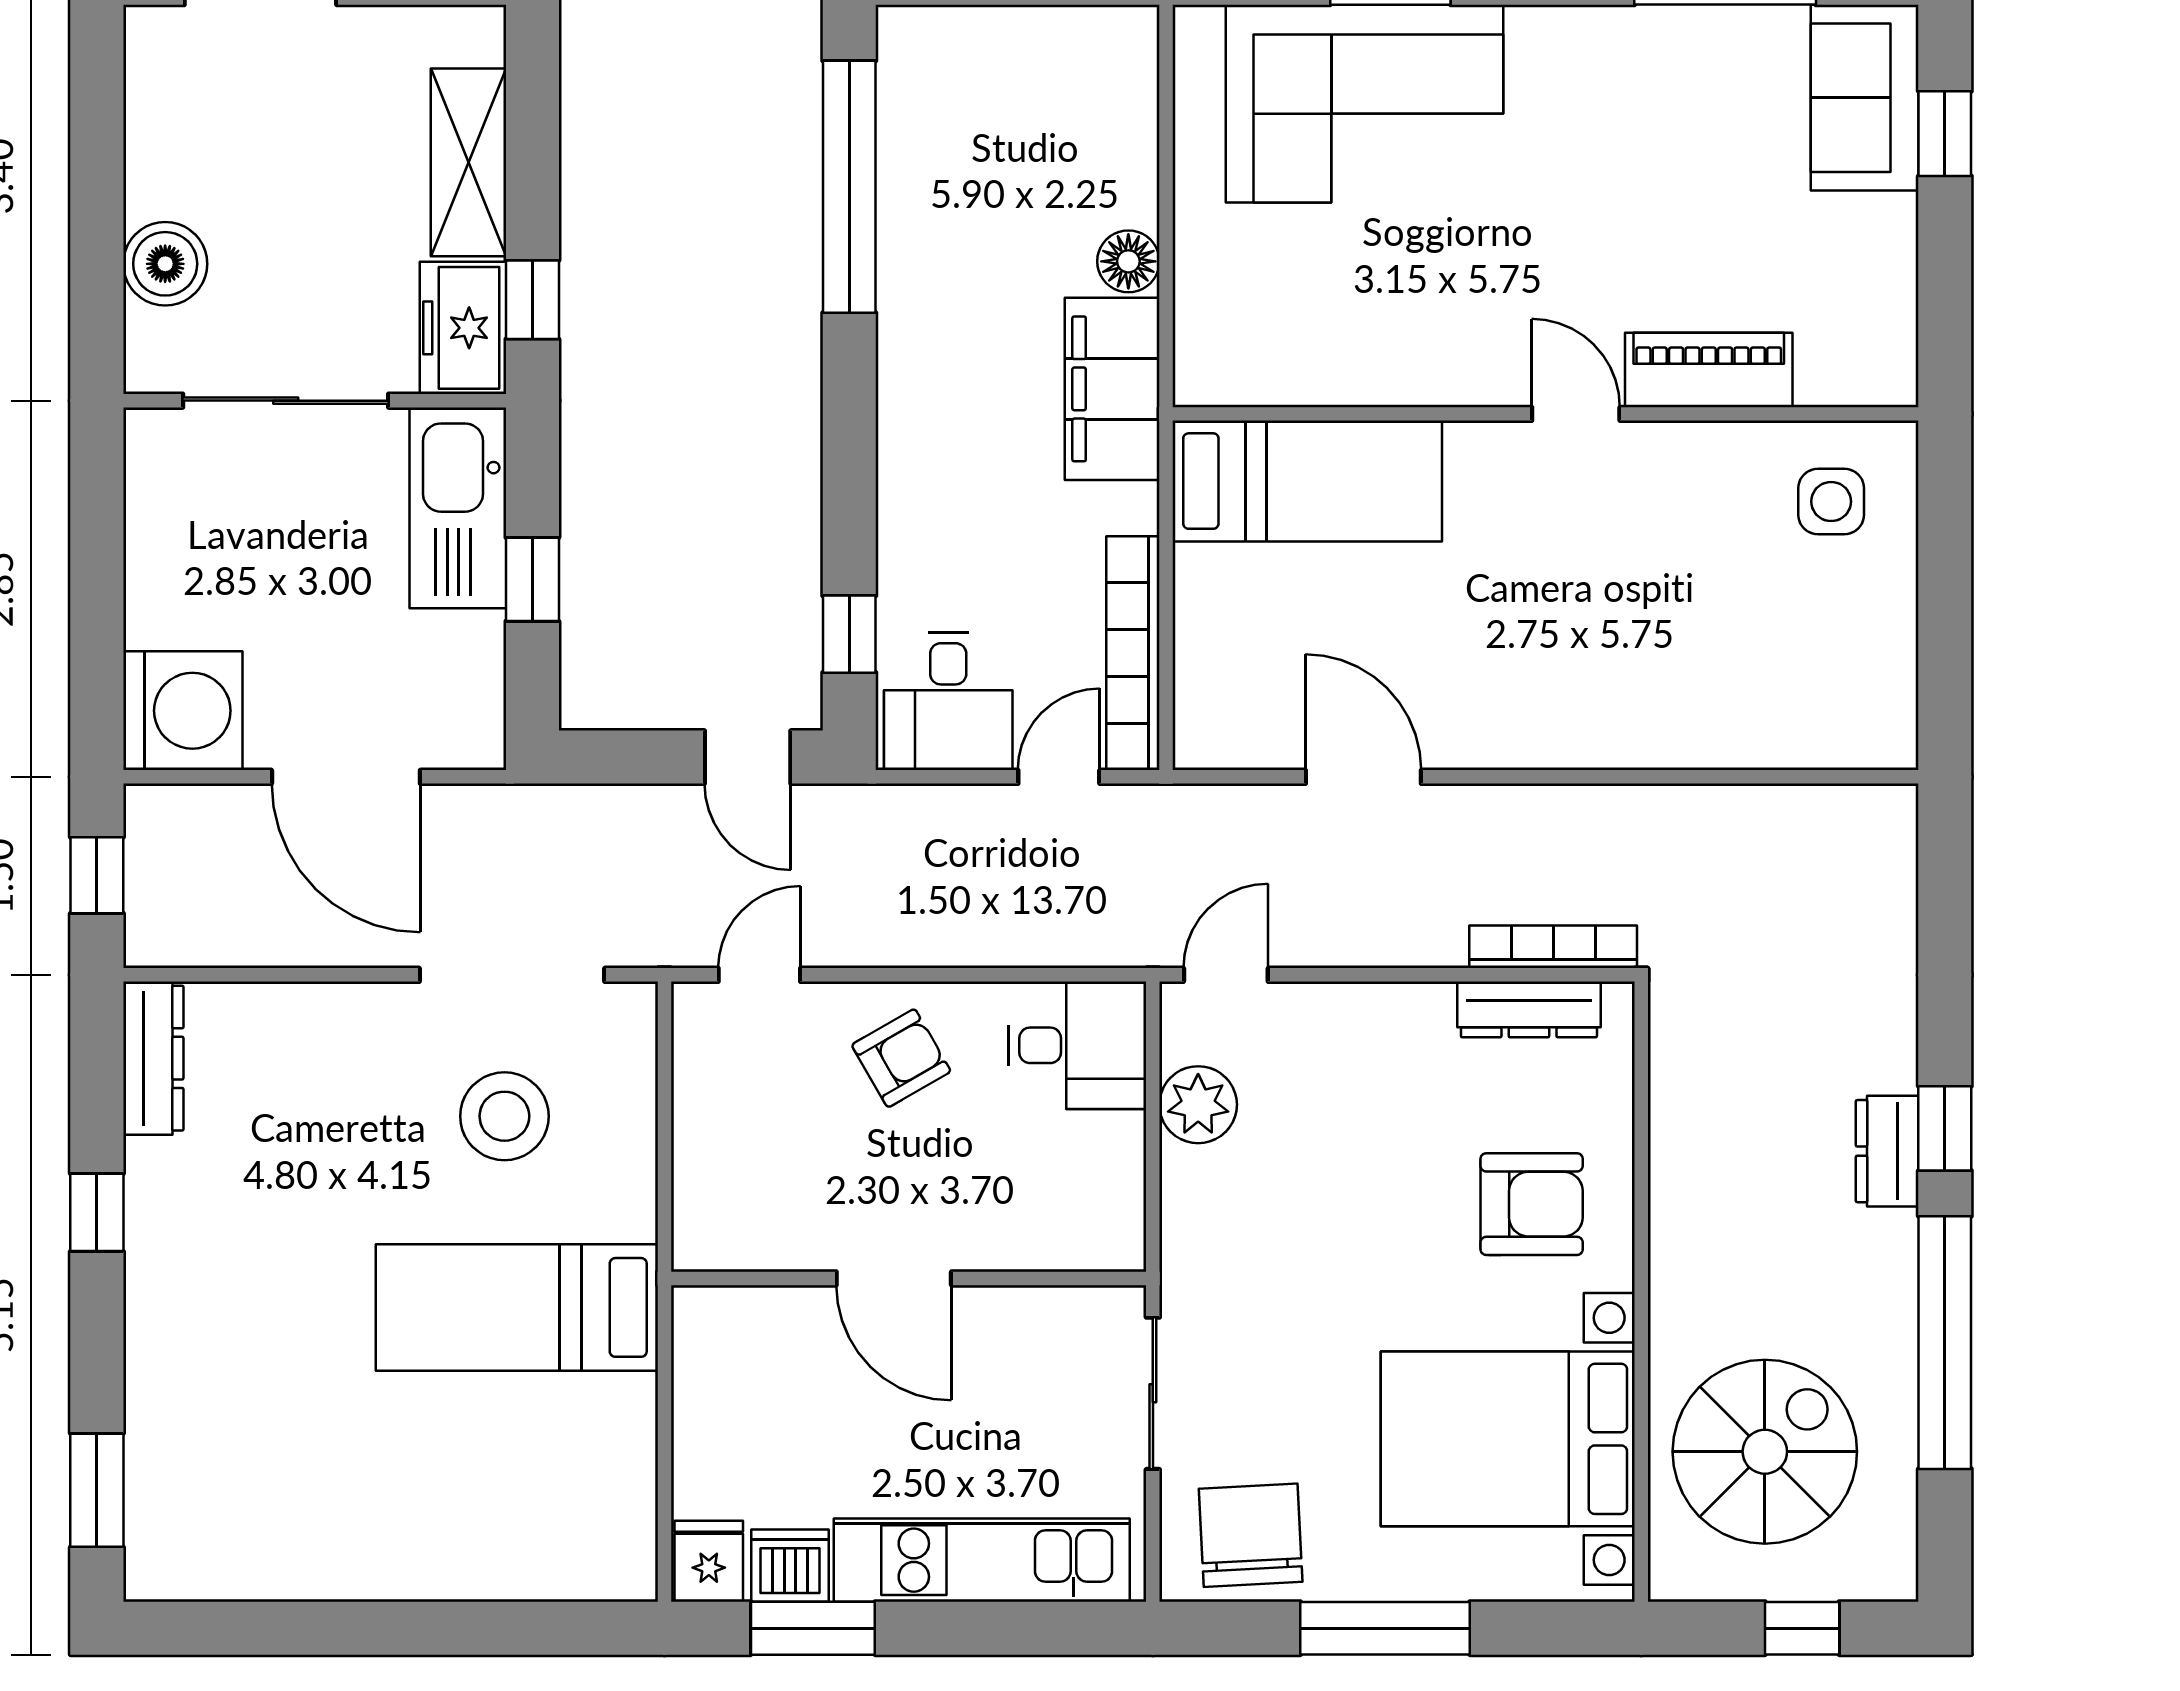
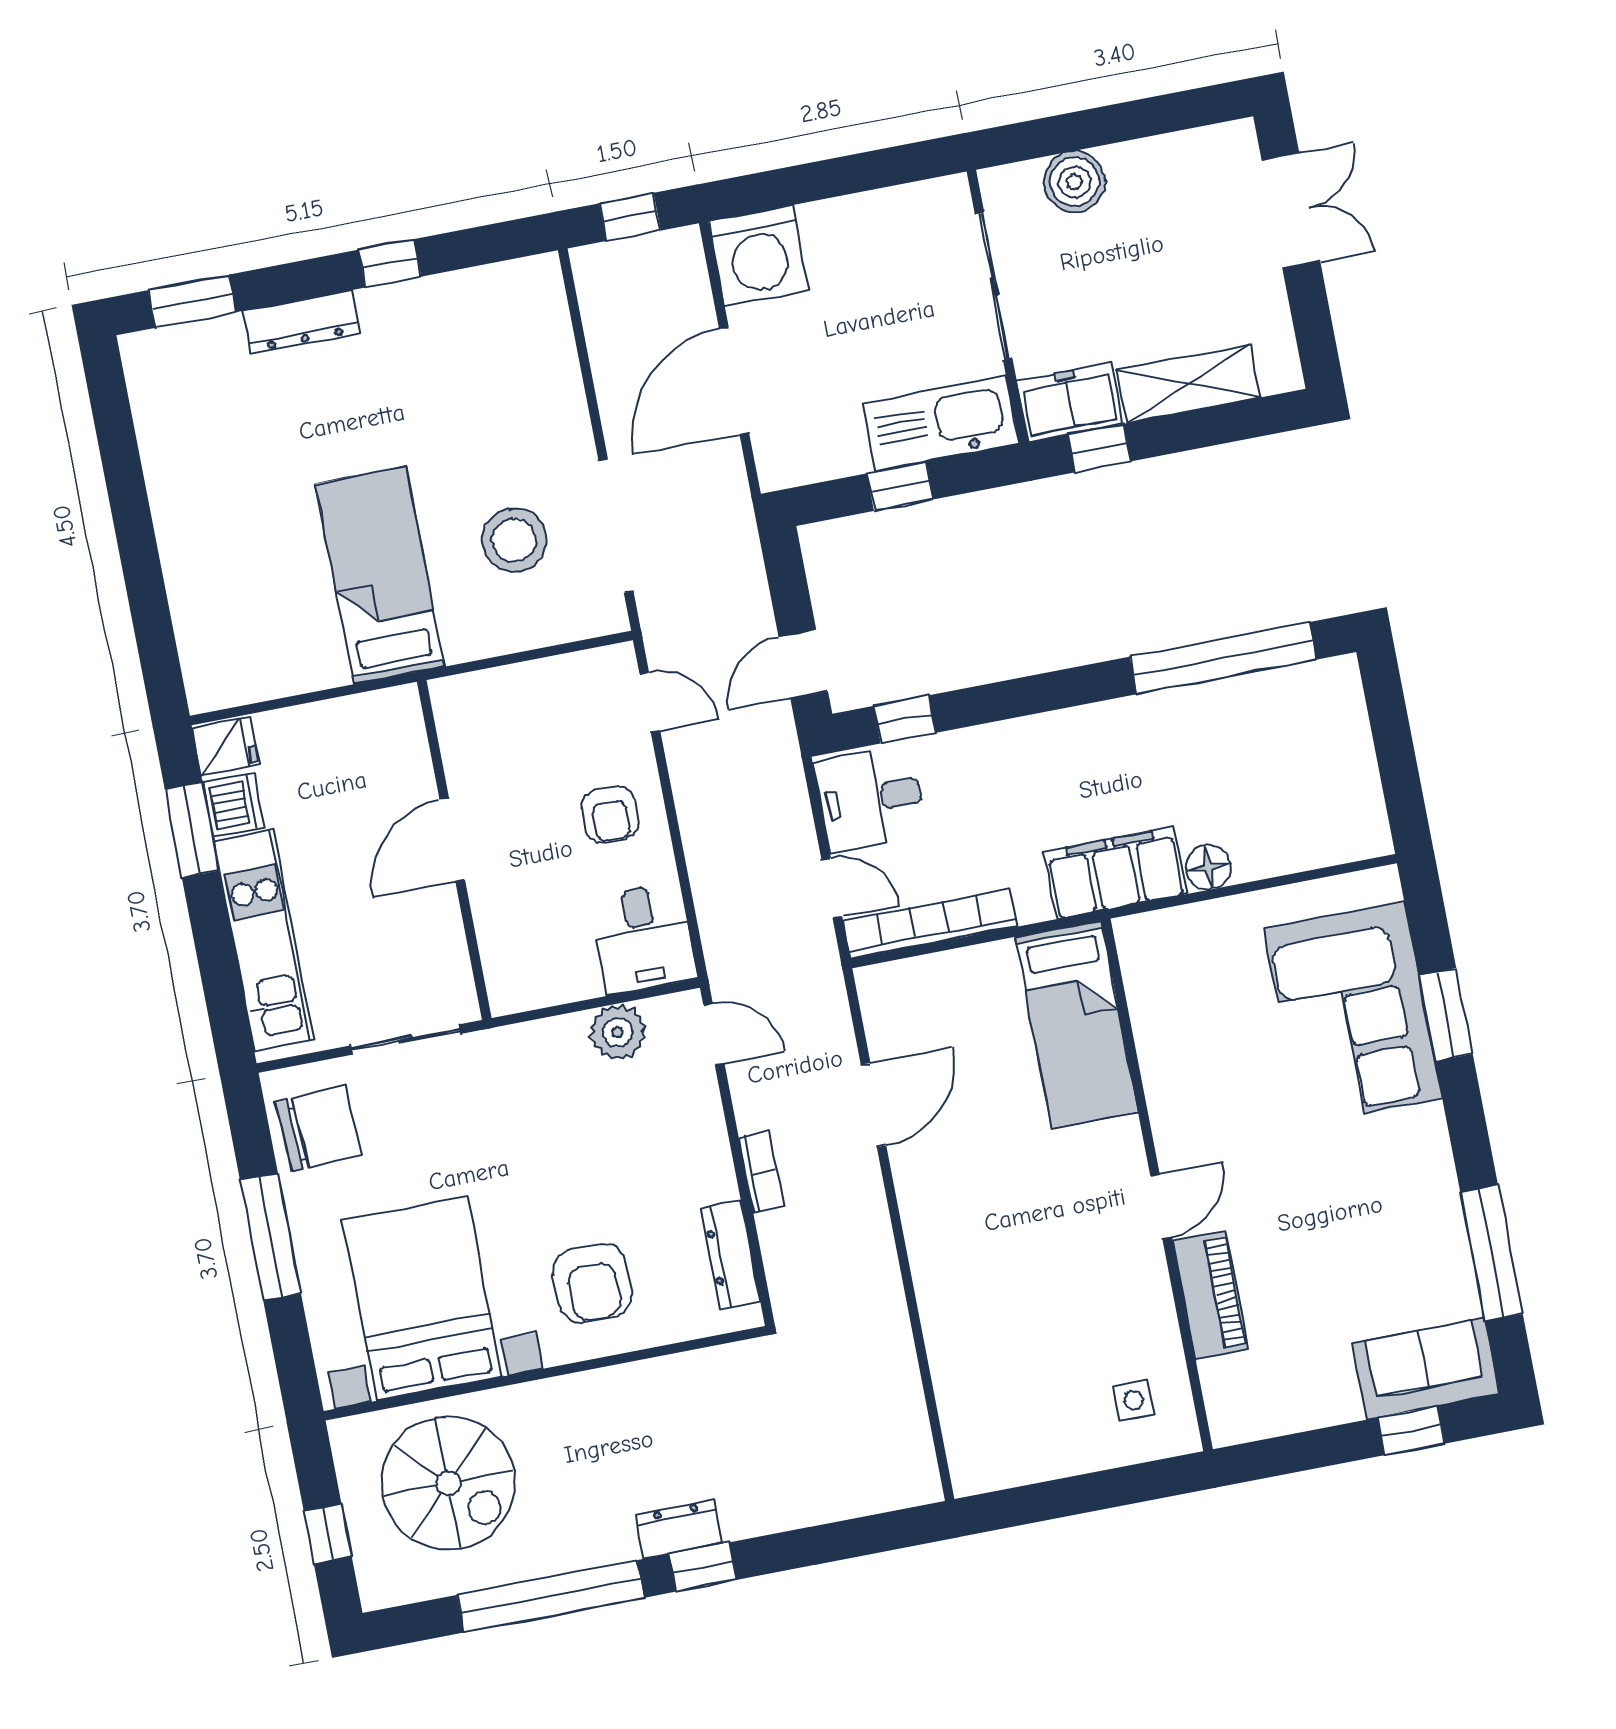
side table: (1831, 502) -> (1134, 1400), width x0.73, depth x0.73
bookcase: (1553, 947) -> (761, 1172), moved, width x0.64
dresser: (153, 1058) -> (302, 322), moved
armchair: (901, 1058) -> (610, 815), turned 30

